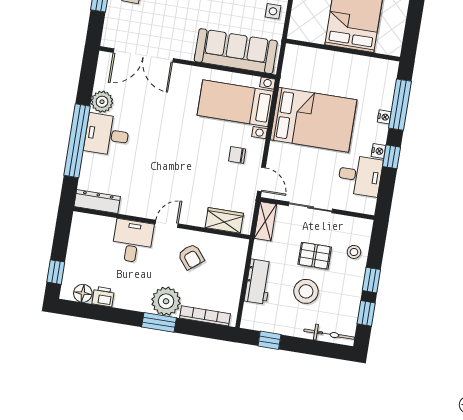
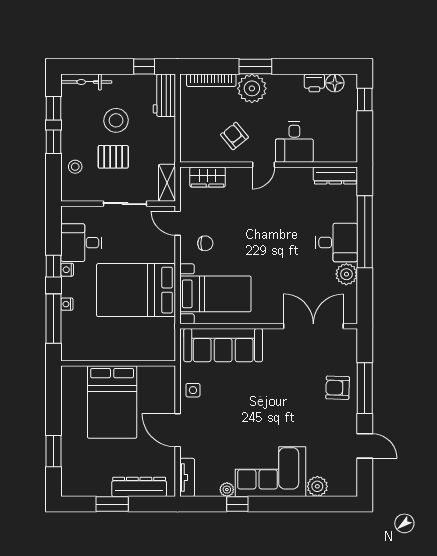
workbench: (258, 282) -> (164, 95), moved

